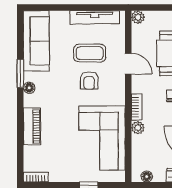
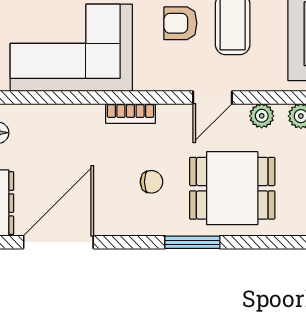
plant: (138, 128) -> (262, 116), moved

